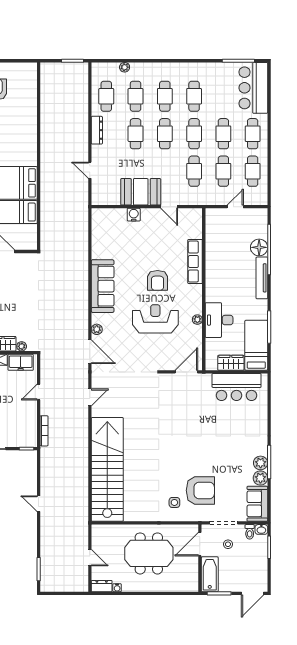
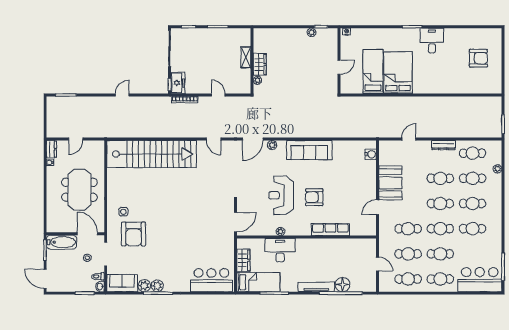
water cooler: (134, 215) -> (371, 154), moved
reception desk: (155, 319) -> (281, 195), turned 180
freezer: (21, 362) -> (178, 83), moved, turned 180
door: (186, 372) -> (236, 222), hinge flipped
bar counter: (237, 387) -> (211, 280), moved, turned 90

